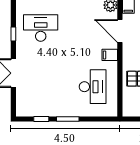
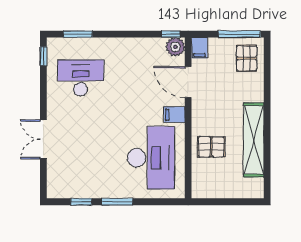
window: (13, 34) -> (43, 56), moved
desk: (93, 87) -> (151, 158), width x1.36, depth x1.30

